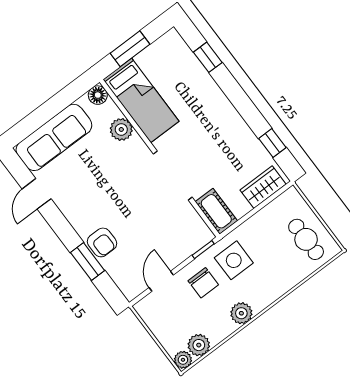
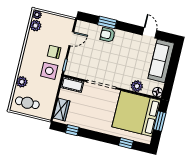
bed: (141, 100) -> (136, 113), width x2.04
door: (161, 281) -> (71, 39), hinge flipped
plant: (241, 313) -> (22, 82), moved

